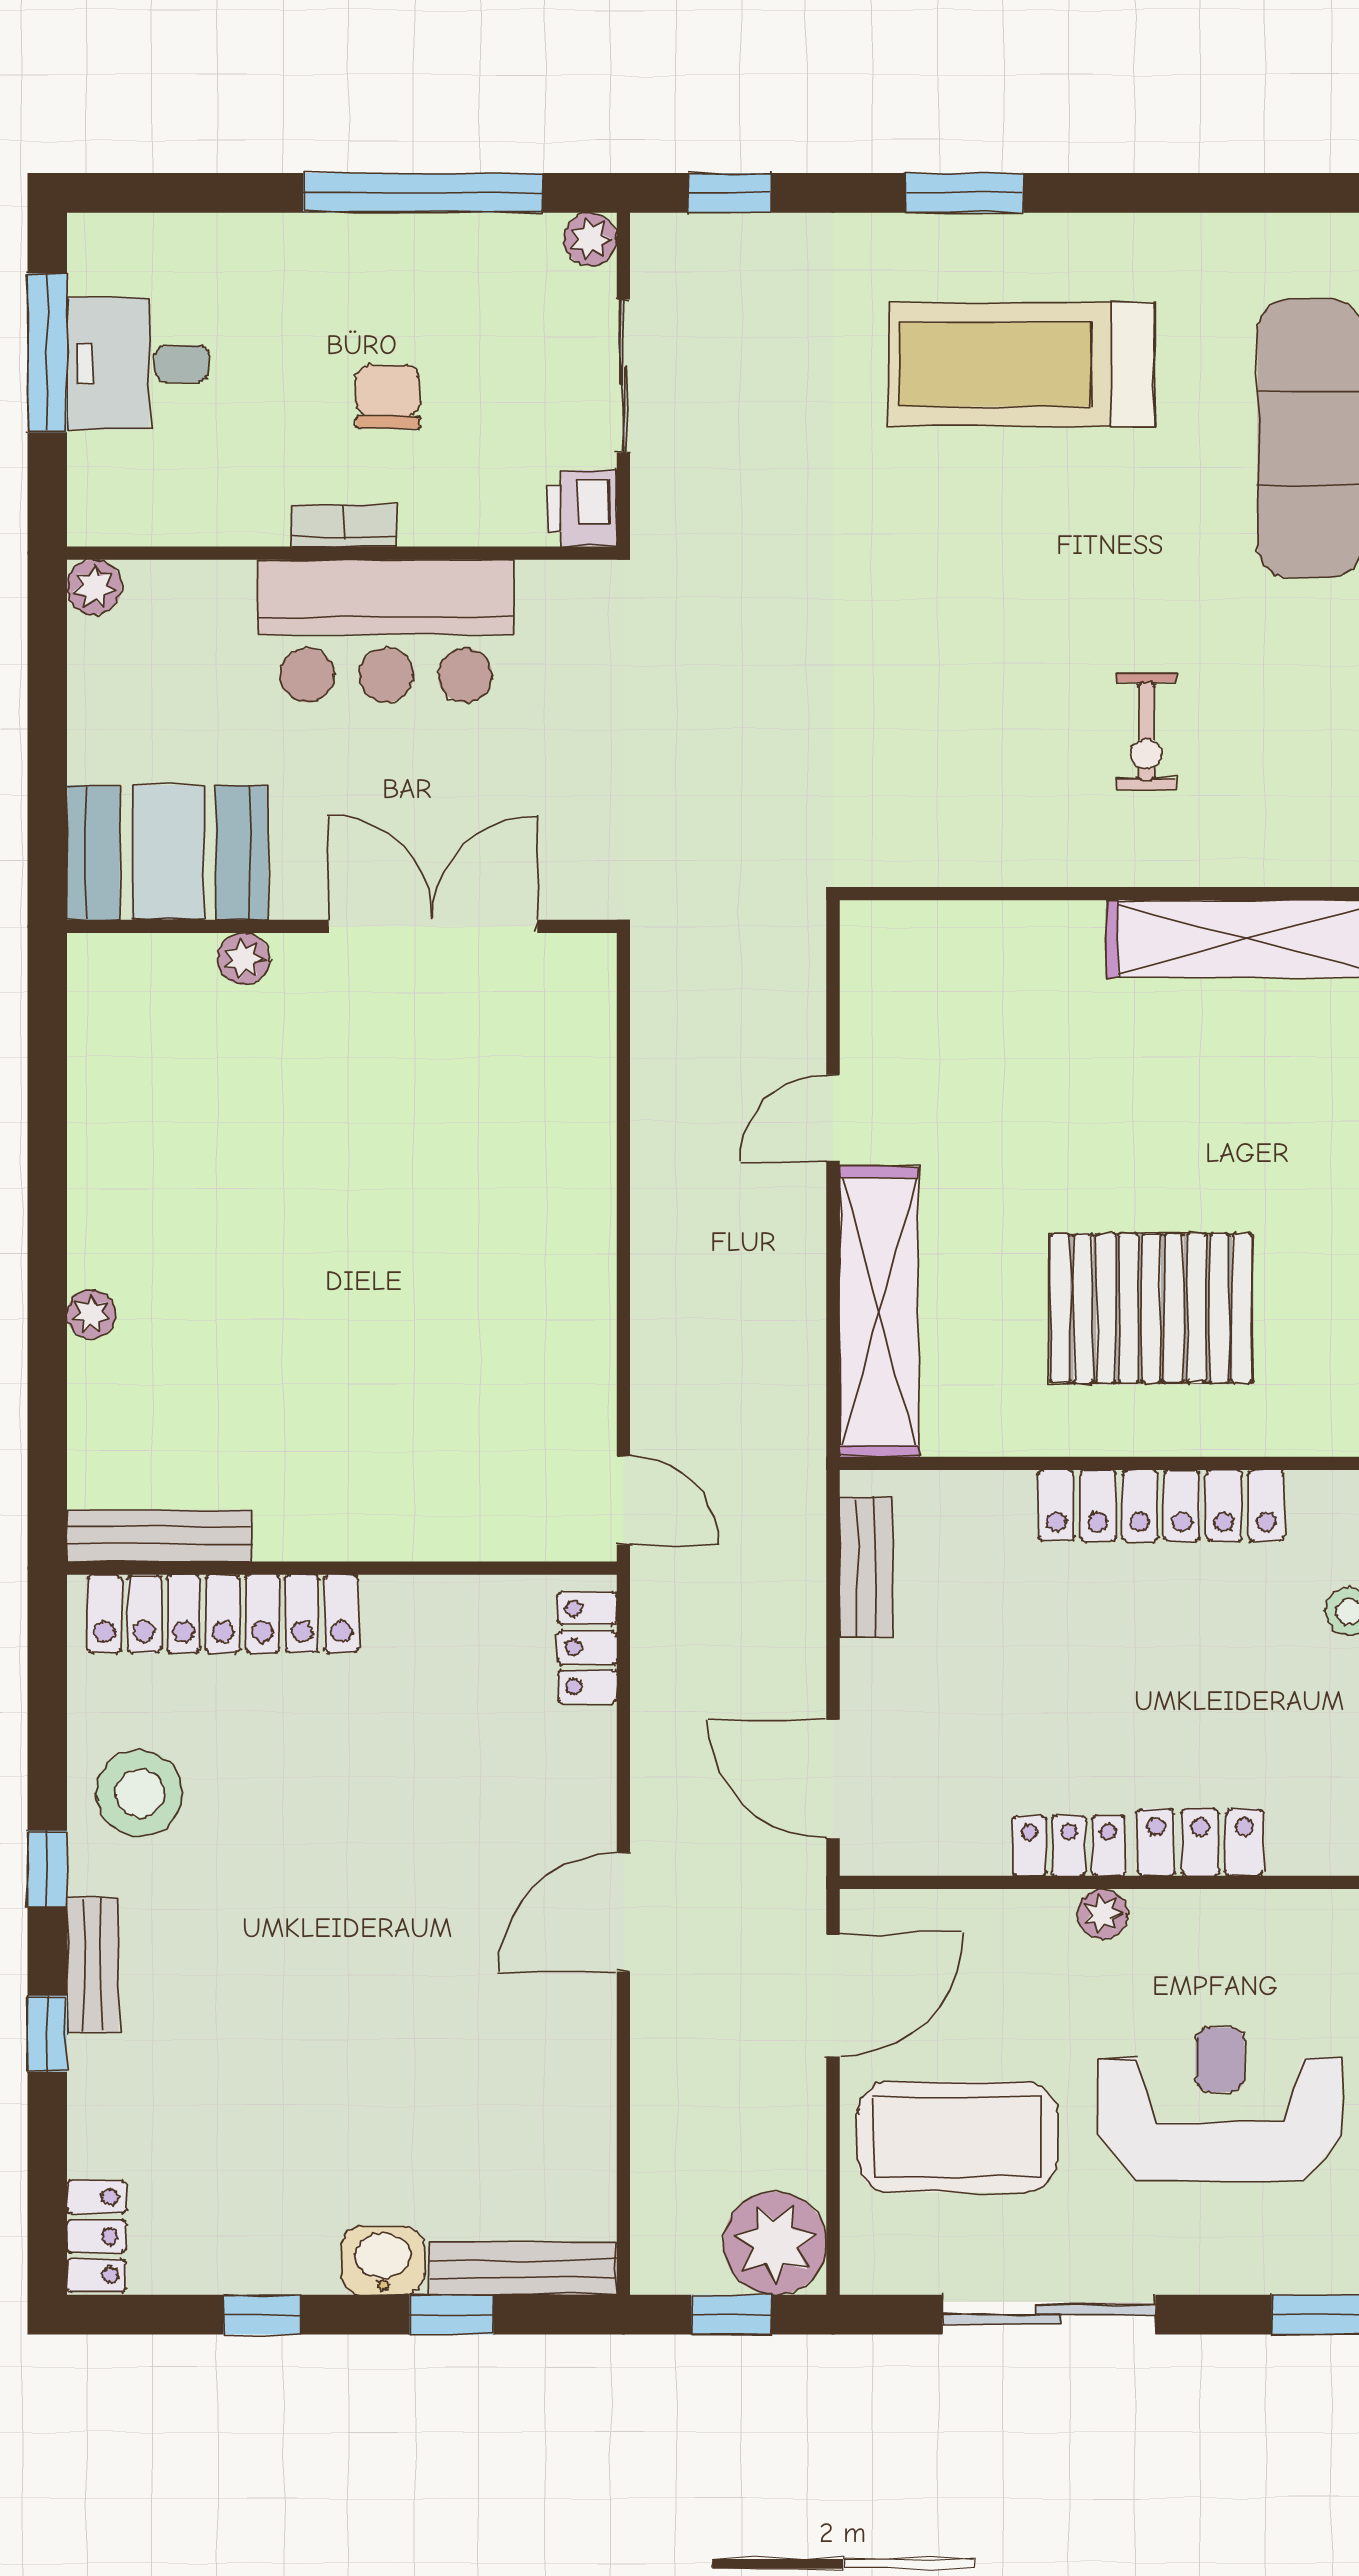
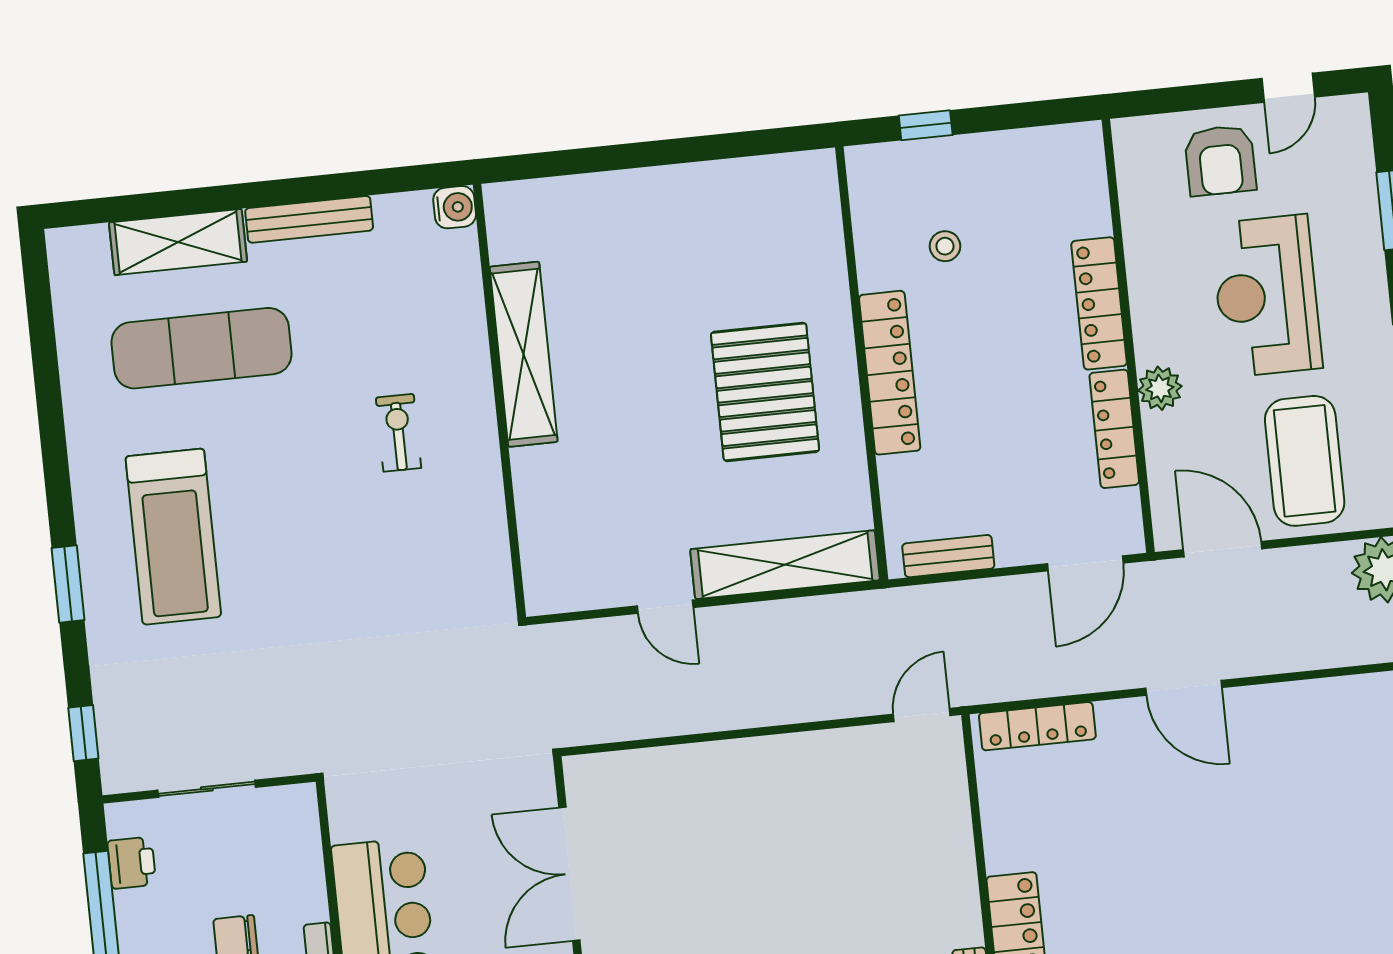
plant: (590, 239) -> (122, 819), removed
printer: (582, 508) -> (132, 863), moved, turned -90
exercise bike: (1147, 731) -> (398, 433), turned -90
locker: (587, 1647) -> (1037, 726), width x1.53
locker: (1200, 1842) -> (1099, 303), width x1.53
locker: (1069, 1846) -> (1114, 429), width x1.53
plant: (1103, 1914) -> (1160, 388), width x1.38, depth x1.38

